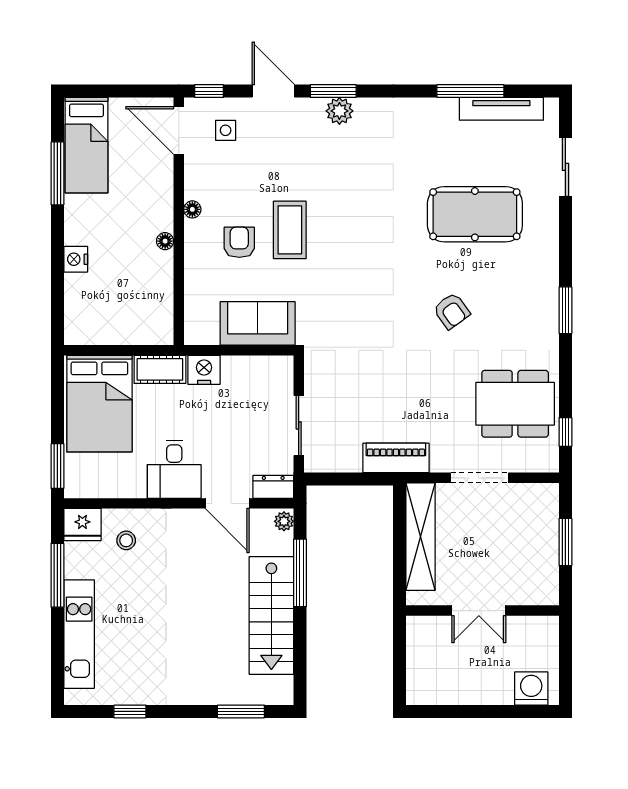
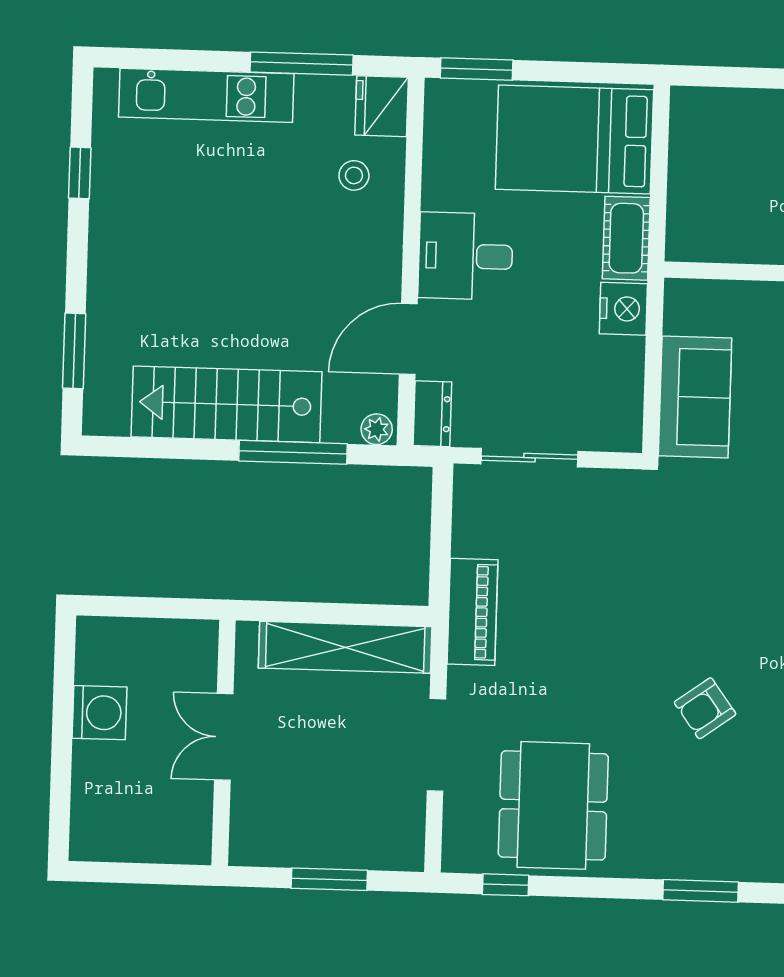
washing machine: (531, 689) -> (100, 713), moved

